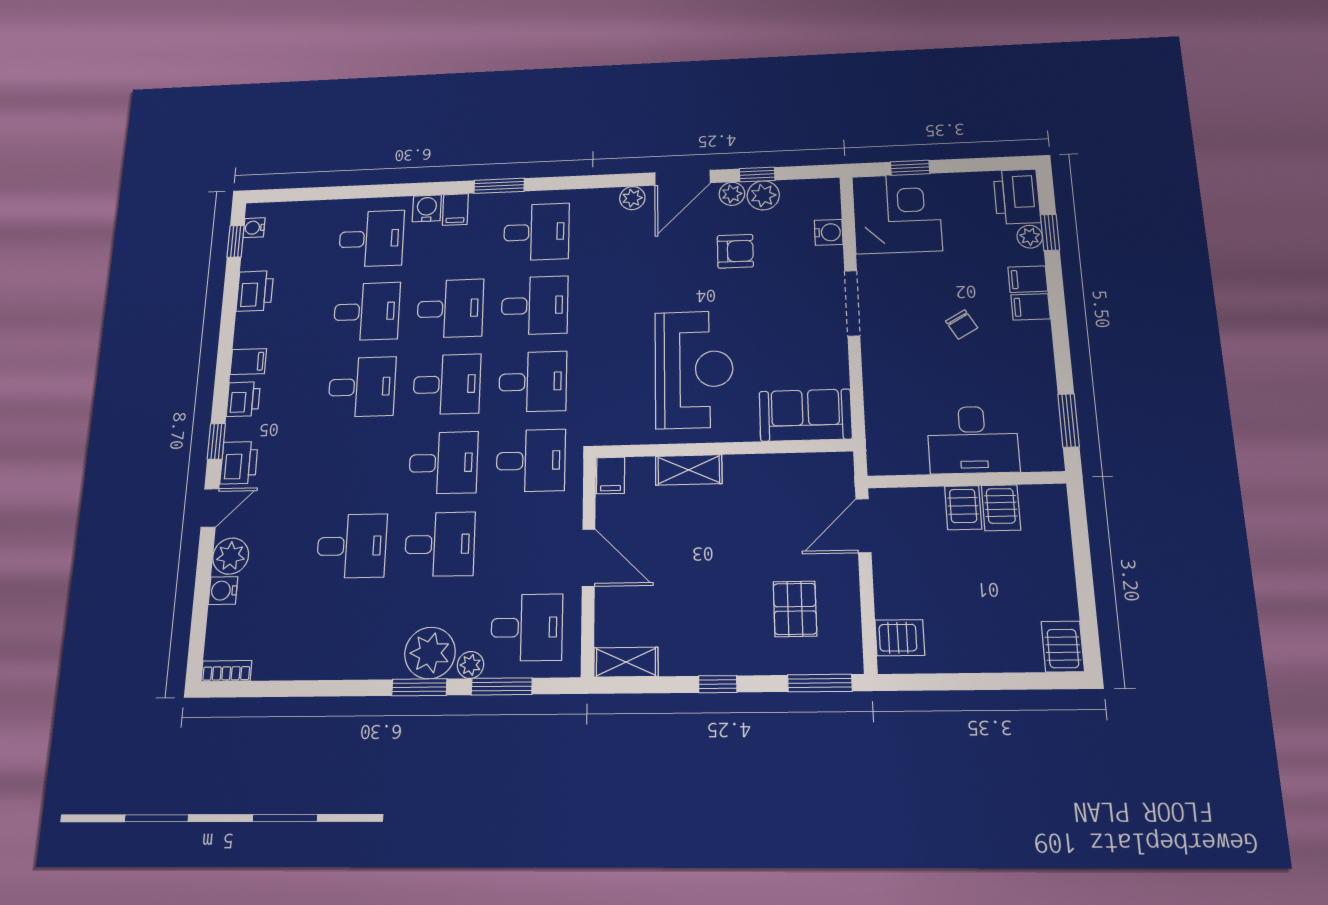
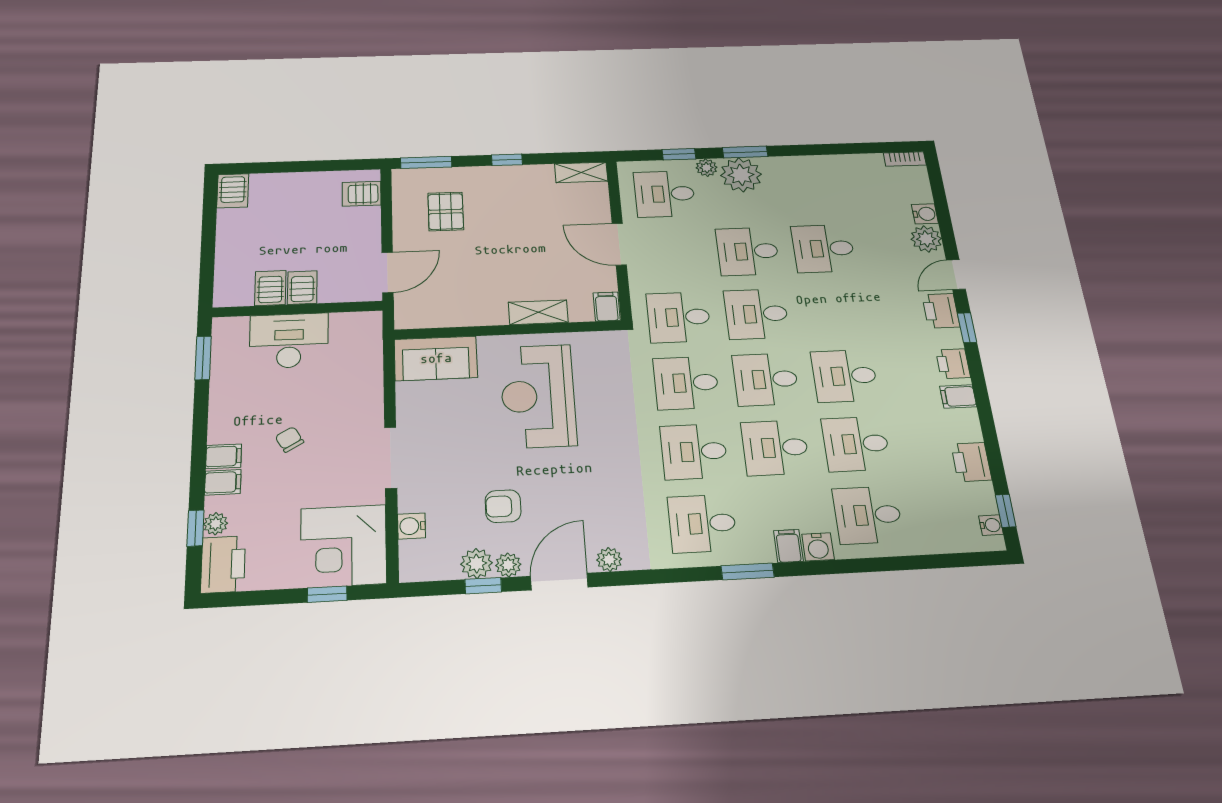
window: (502, 686) -> (679, 154), width x0.67

